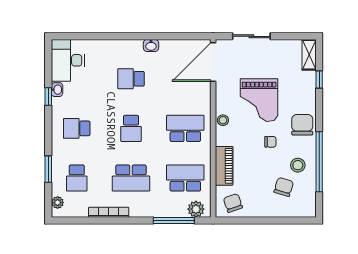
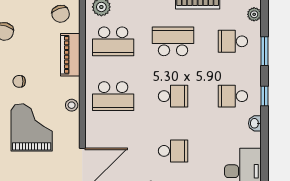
washbasin: (57, 90) -> (255, 123), moved
window: (48, 96) -> (264, 96), moved
school desk: (77, 128) -> (233, 96), turned 180
school desk: (131, 128) -> (173, 96), turned 90
school desk: (77, 178) -> (233, 41), turned -90

